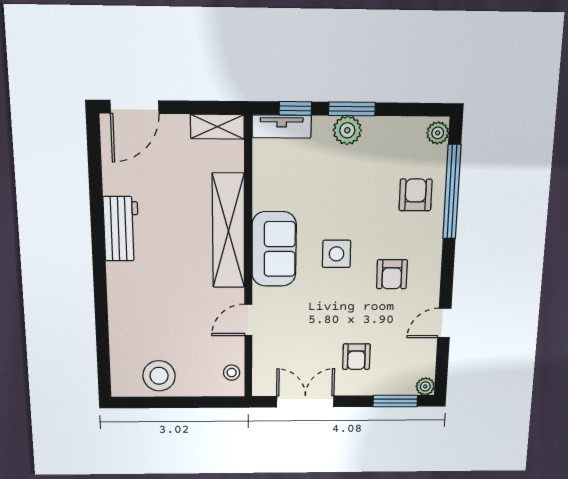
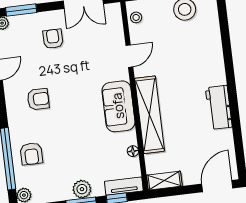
floor lamp: (261, 179) -> (133, 151), added
side table: (336, 254) -> (77, 108), removed
armchair: (392, 274) -> (38, 99), turned 90

